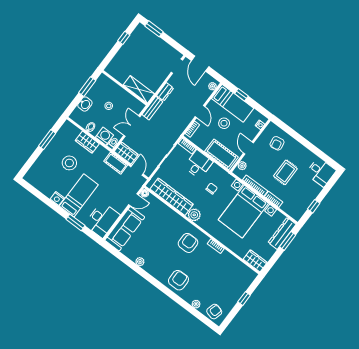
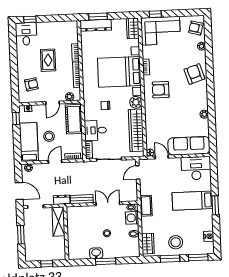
window: (154, 29) -> (21, 235), moved
door: (200, 64) -> (19, 191), hinge flipped
wall: (125, 88) -> (66, 233), moved
shelving: (139, 89) -> (58, 222), moved
window: (241, 95) -> (16, 118), moved
washbasin: (85, 104) -> (96, 253), moved
double door: (132, 126) -> (108, 204), swing flipped
wardrobe: (87, 142) -> (148, 244), moved
wardrobe: (126, 153) -> (131, 191), removed
window: (30, 163) -> (198, 257), added
stool: (69, 163) -> (176, 242), moved
cot: (116, 163) -> (146, 206), moved
rug: (285, 172) -> (48, 60), turned 90
nightstand: (57, 199) -> (209, 236), moved
window: (314, 206) -> (30, 19), moved
bed with nightstands: (243, 212) -> (119, 72), moved, turned 180
window: (76, 222) -> (215, 205), moved
armchair: (178, 280) -> (194, 74), turned 72
corner sofa: (235, 282) -> (161, 31), added
window: (244, 299) -> (155, 14), moved

